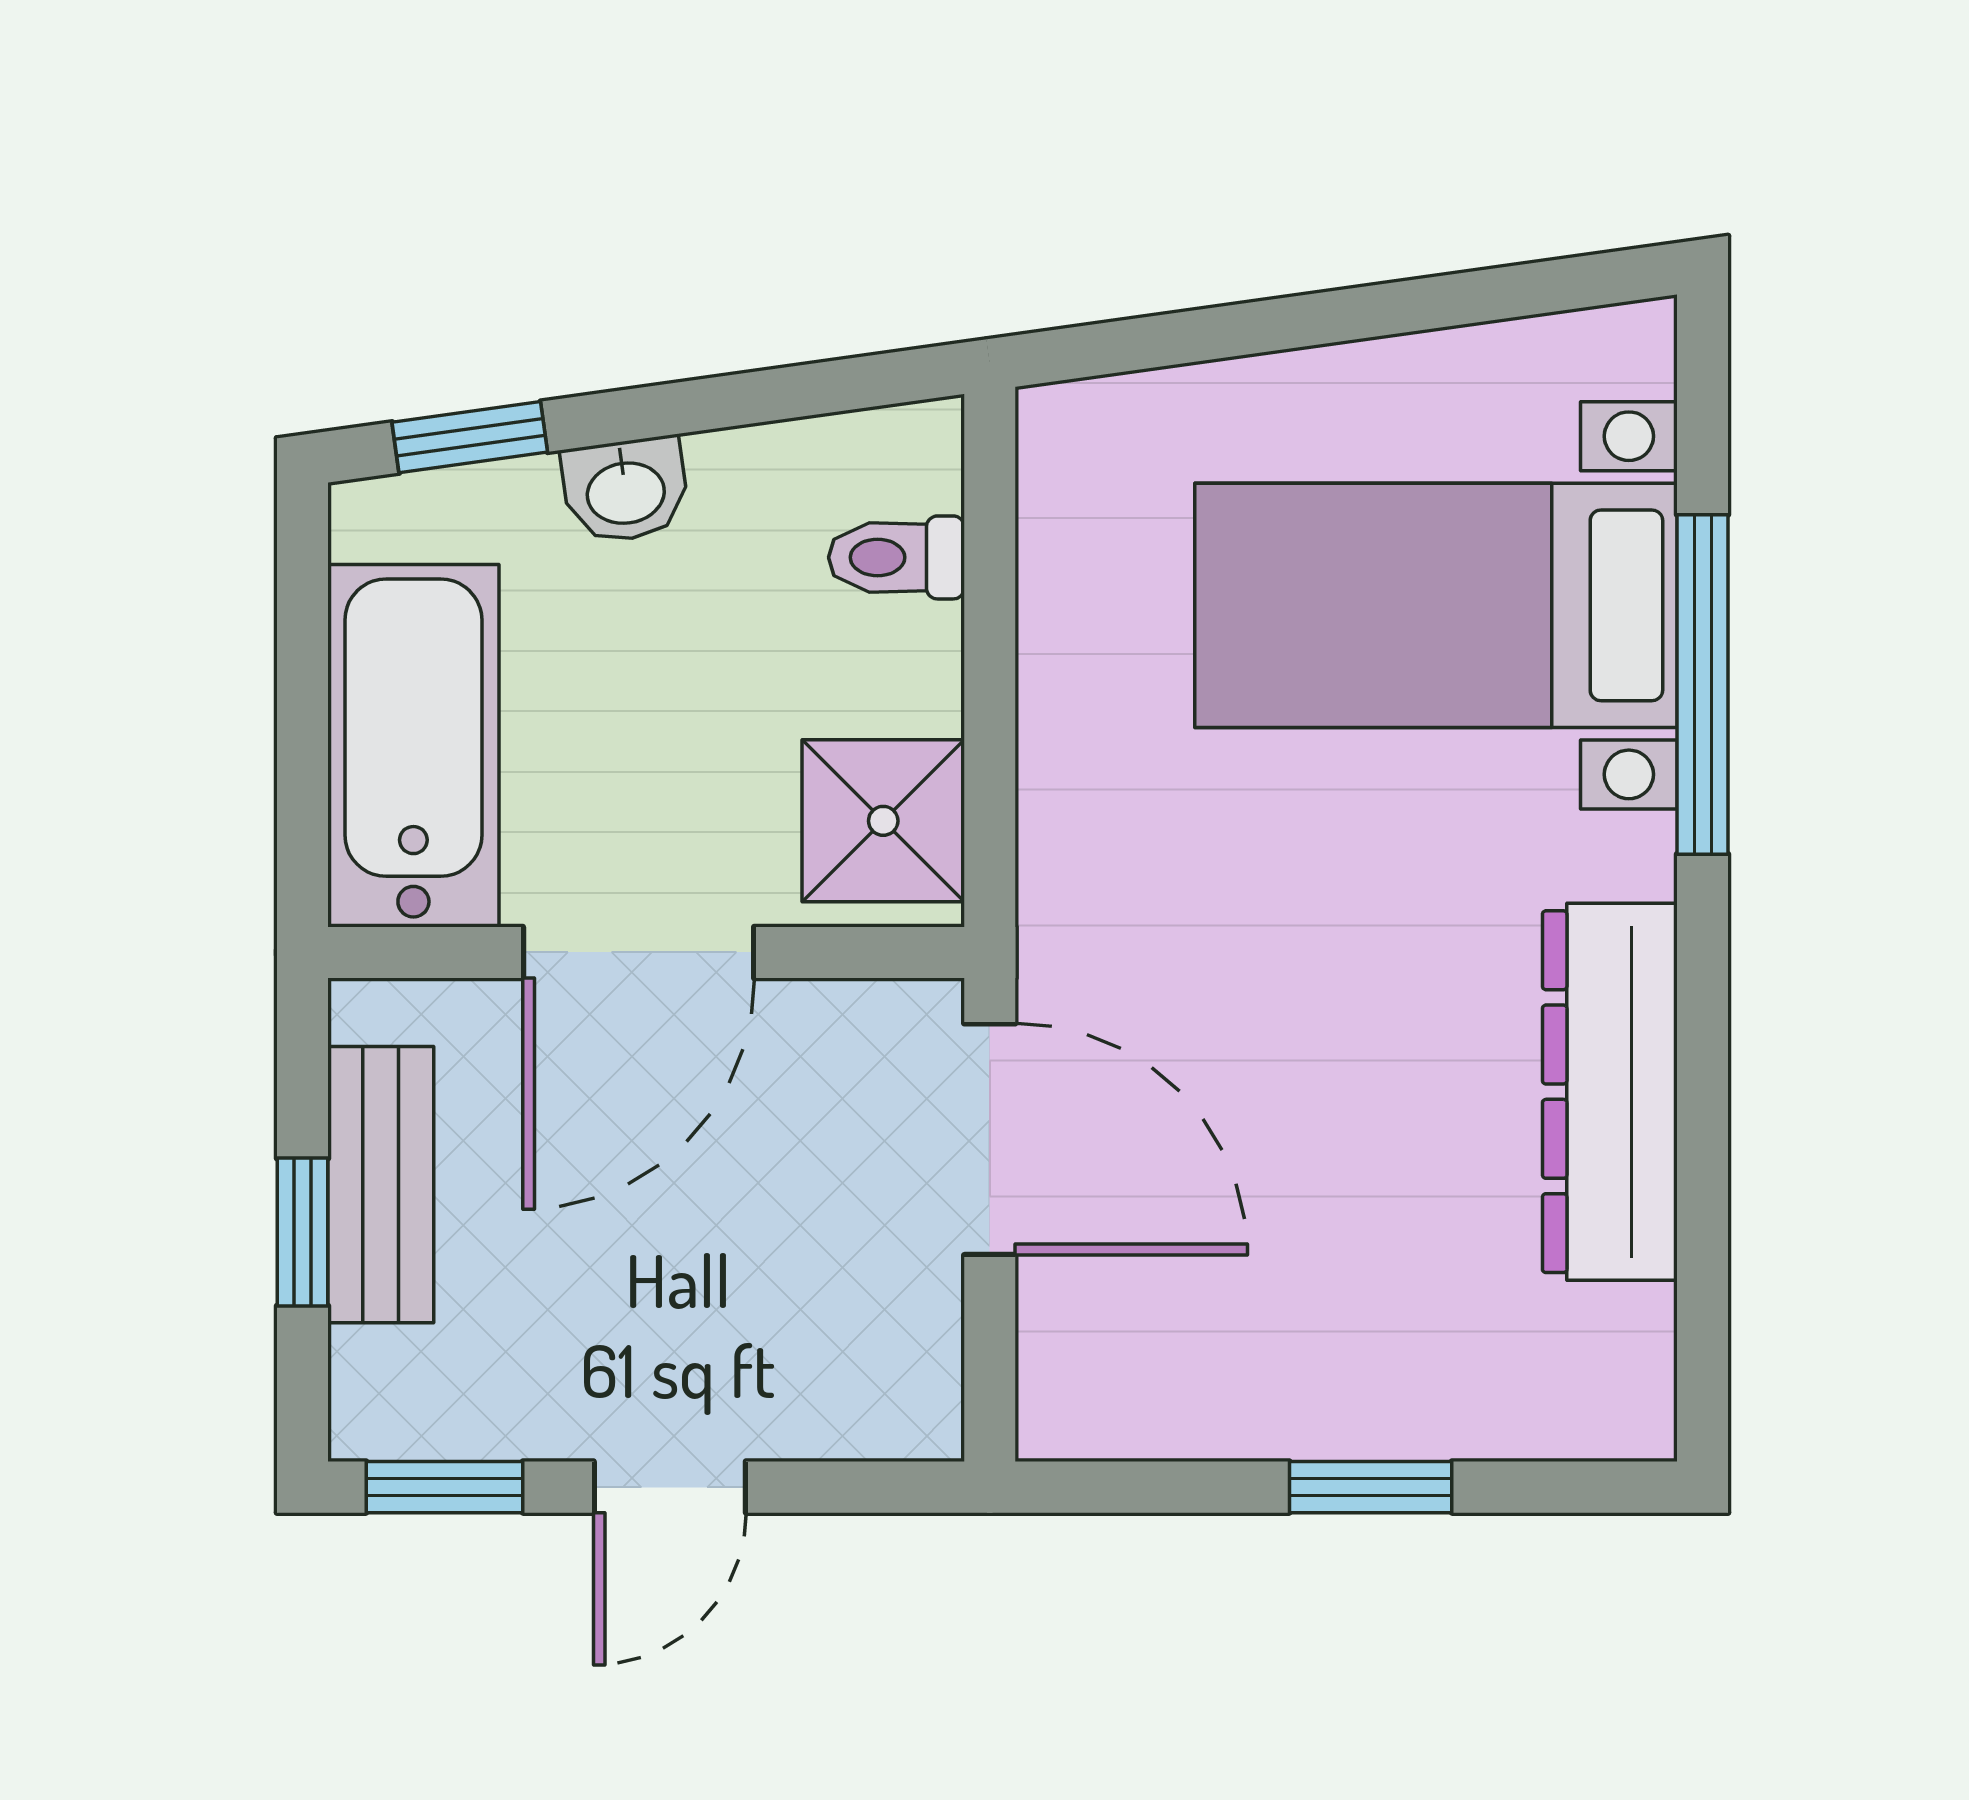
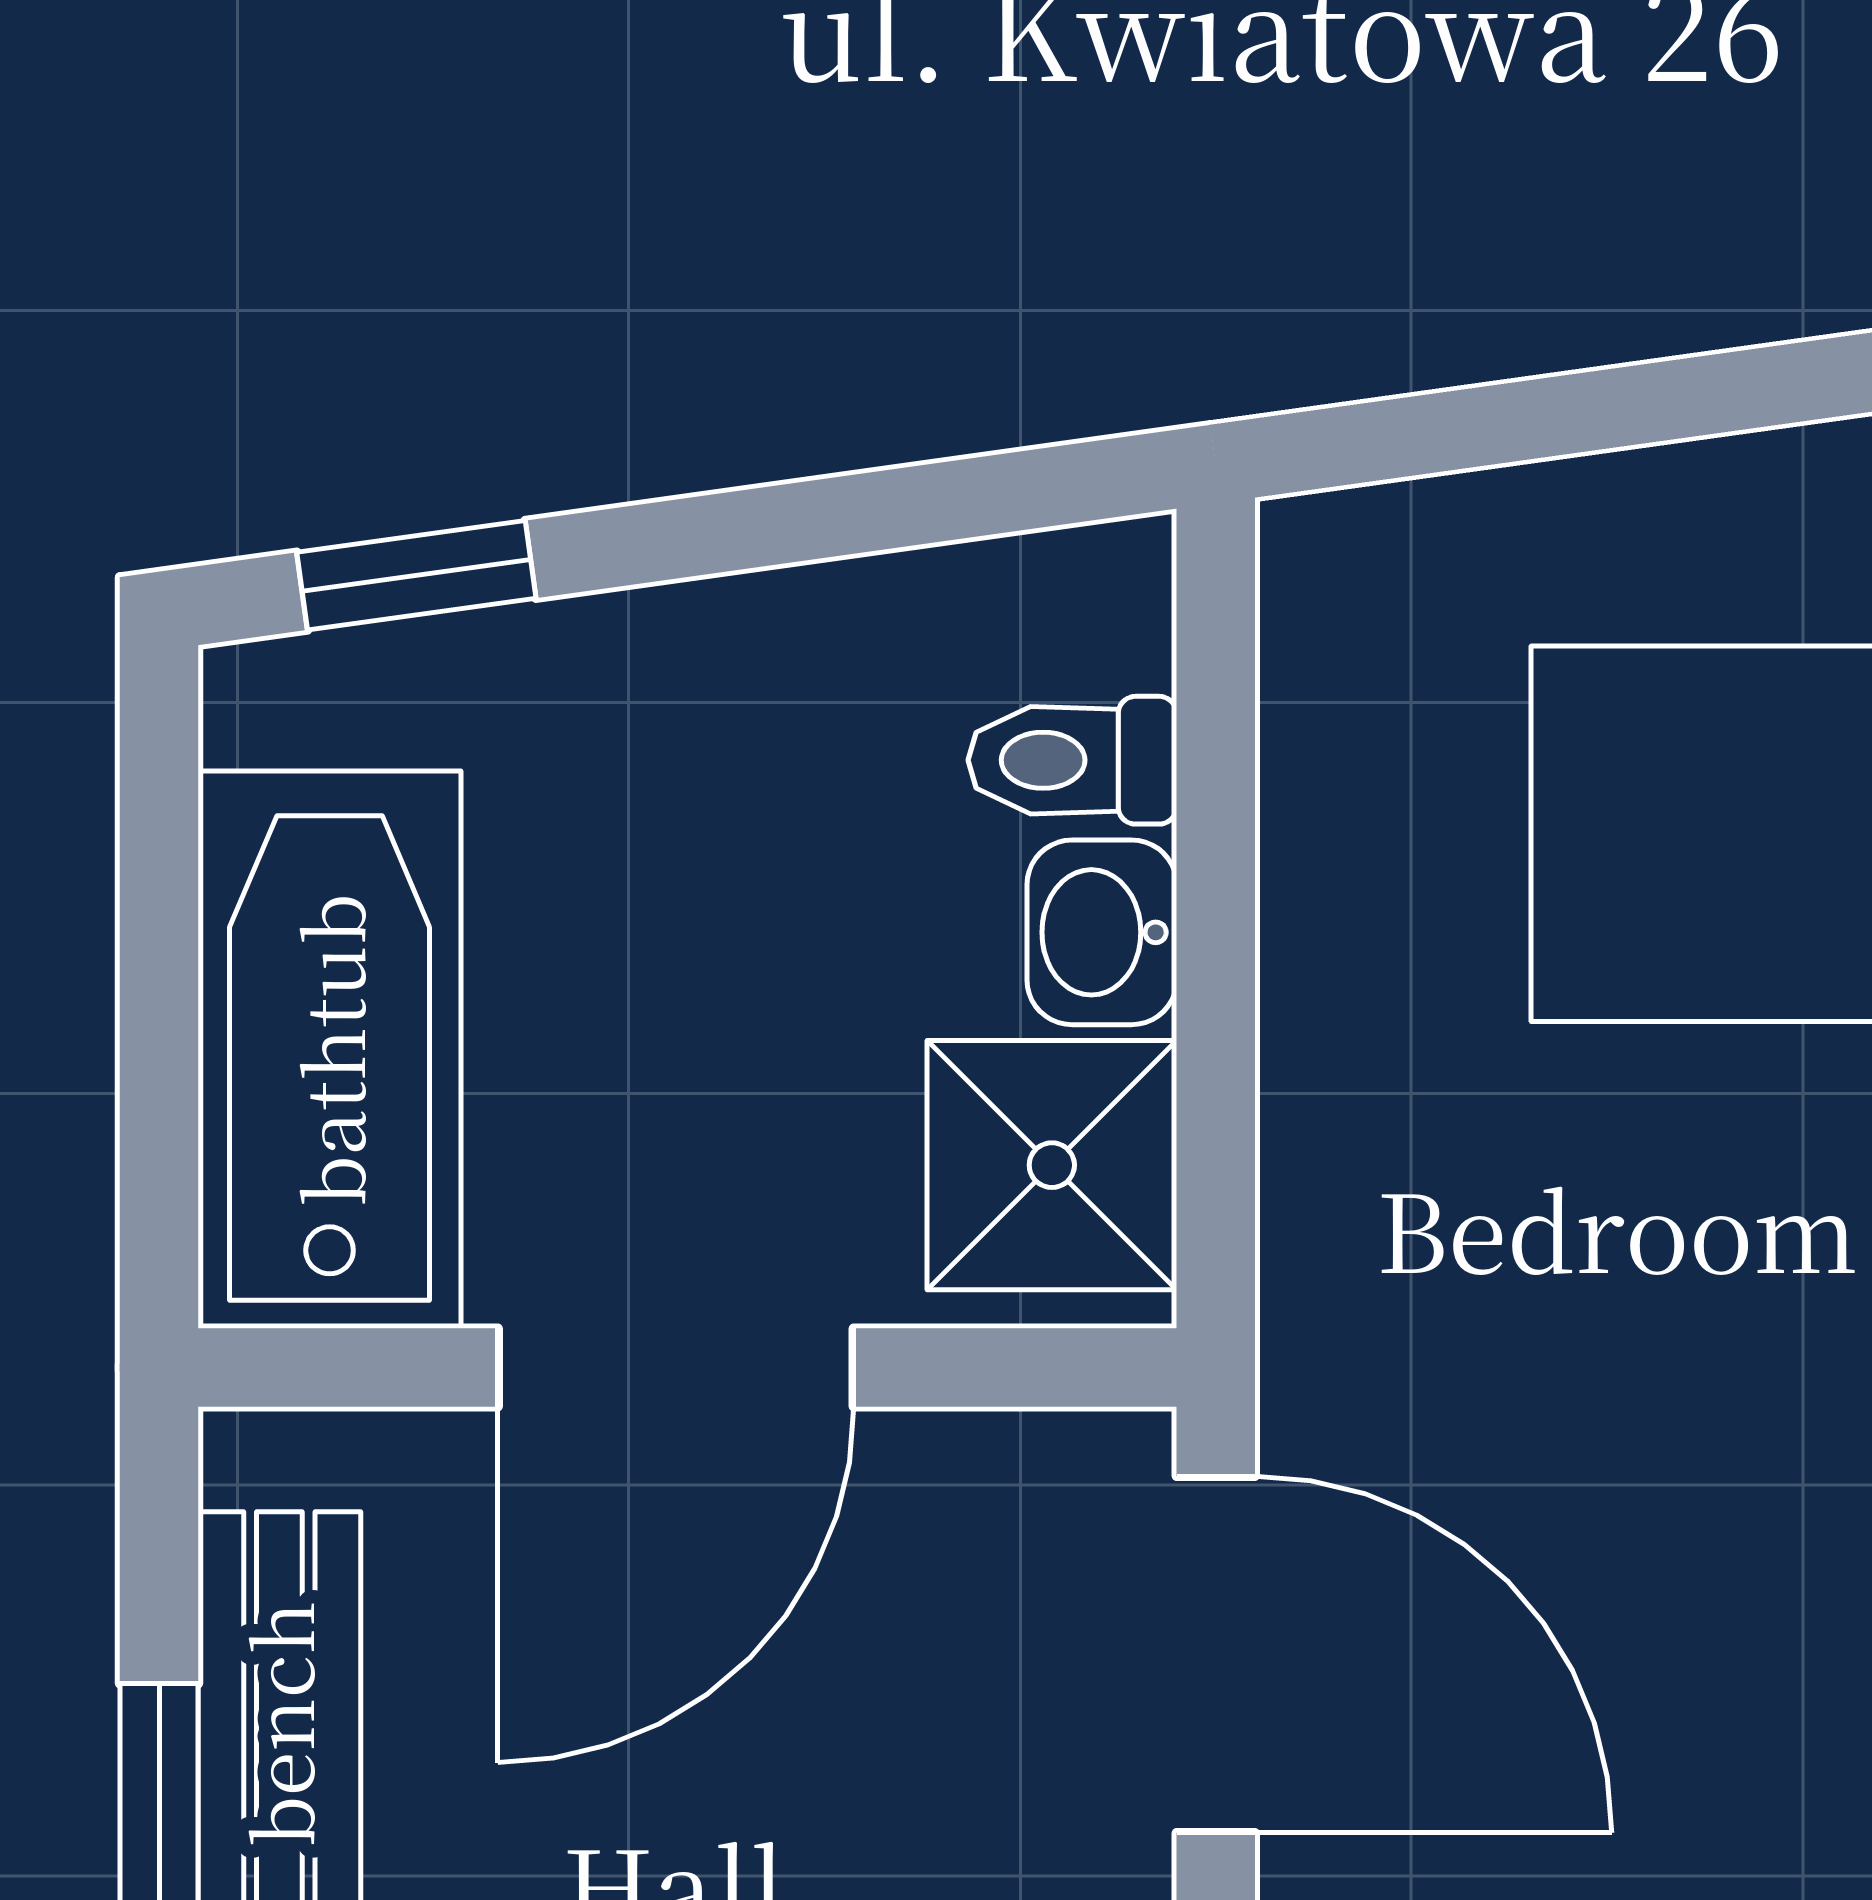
washbasin: (625, 490) -> (1102, 932), moved, turned 98

